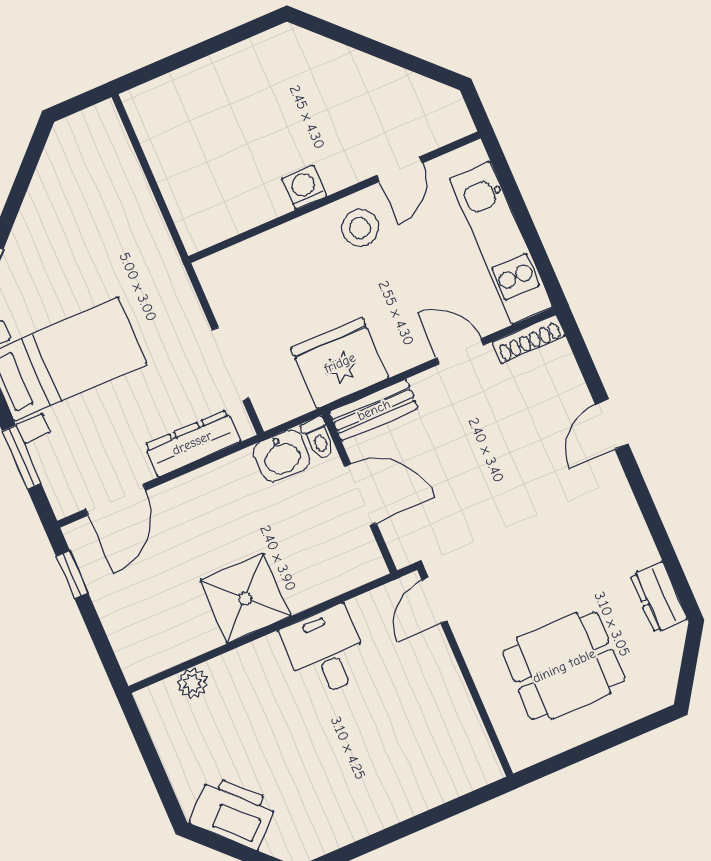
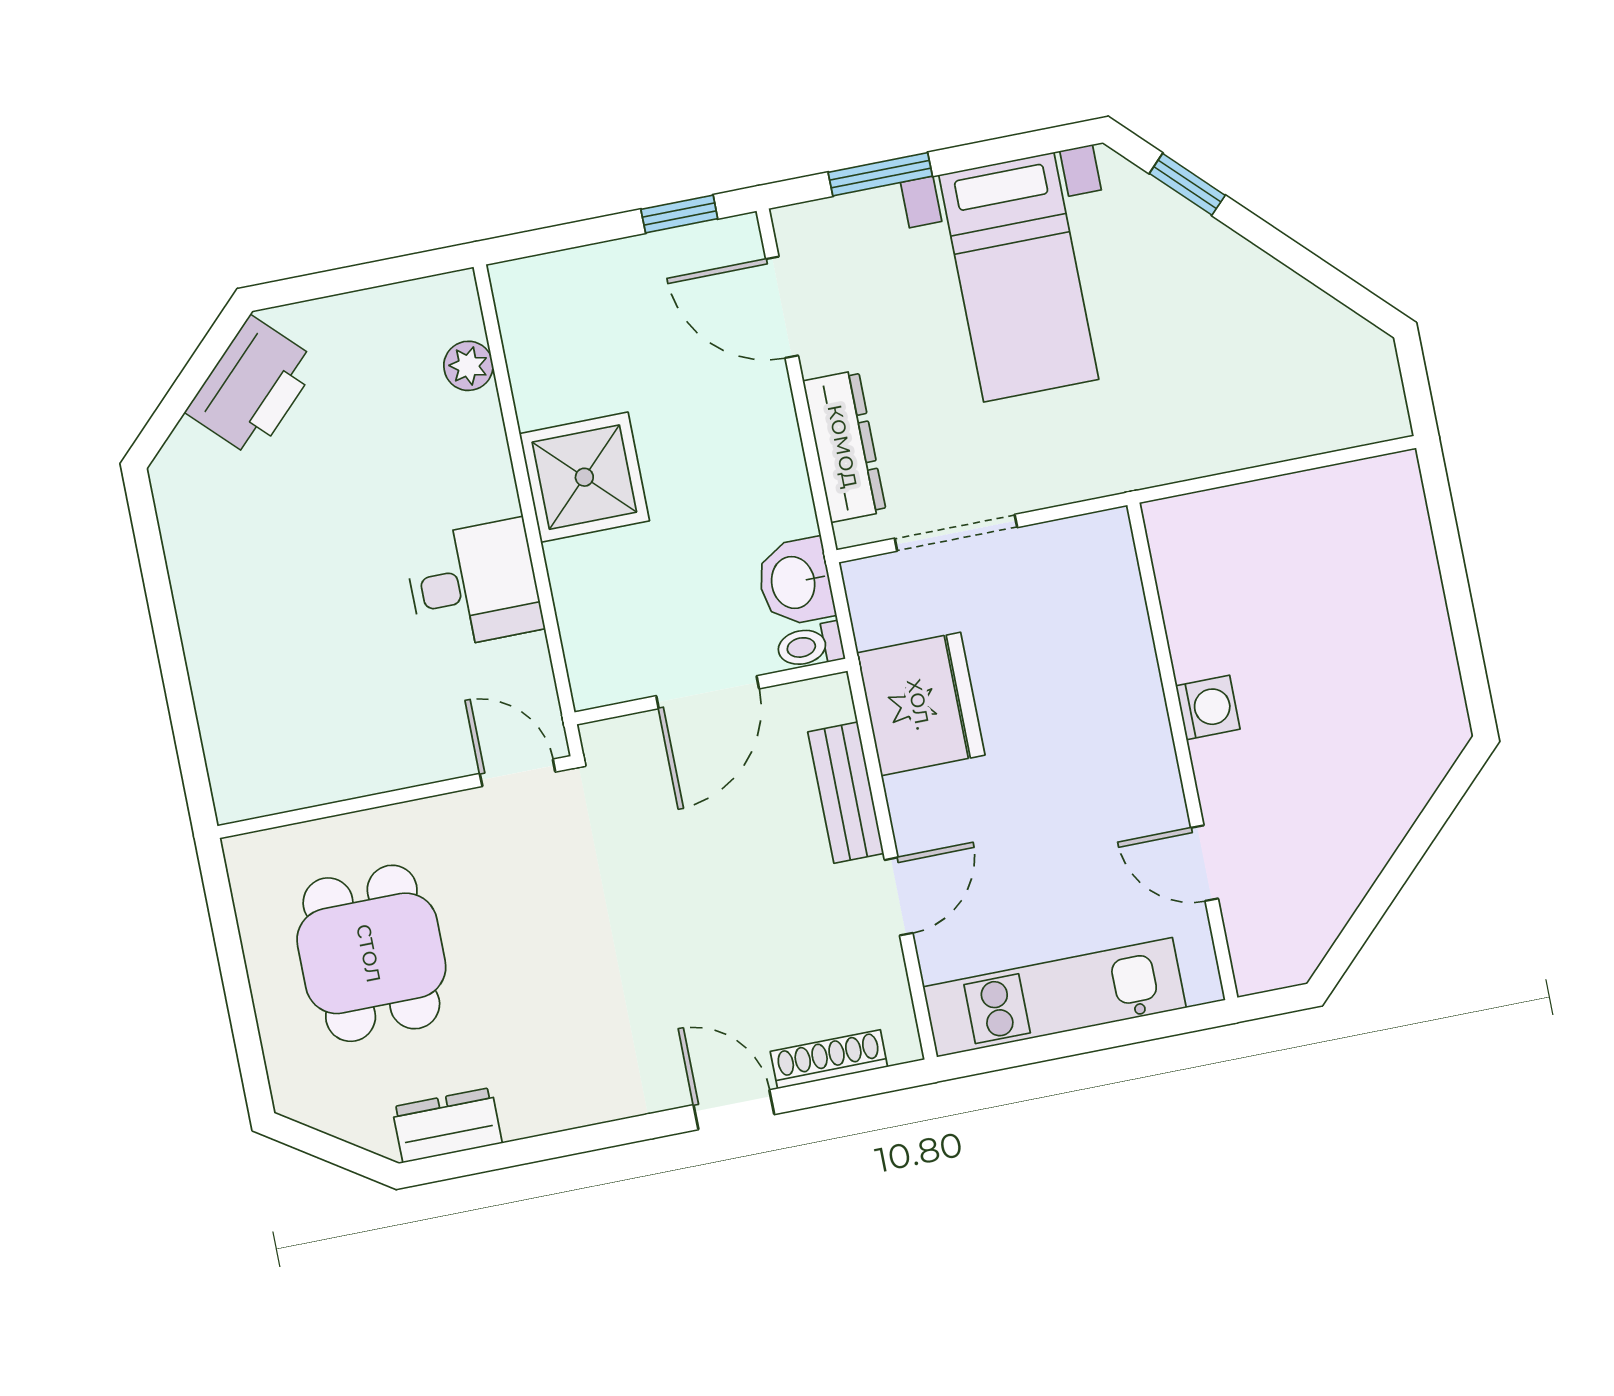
stool: (360, 228) -> (1126, 781), removed
shoe rack: (529, 339) -> (829, 1059), moved, turned 90
bench: (374, 410) -> (846, 793), moved

